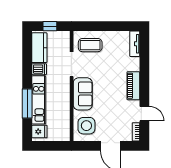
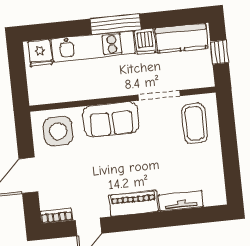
tv unit: (135, 44) -> (181, 201), moved
window: (27, 104) -> (116, 24), moved

